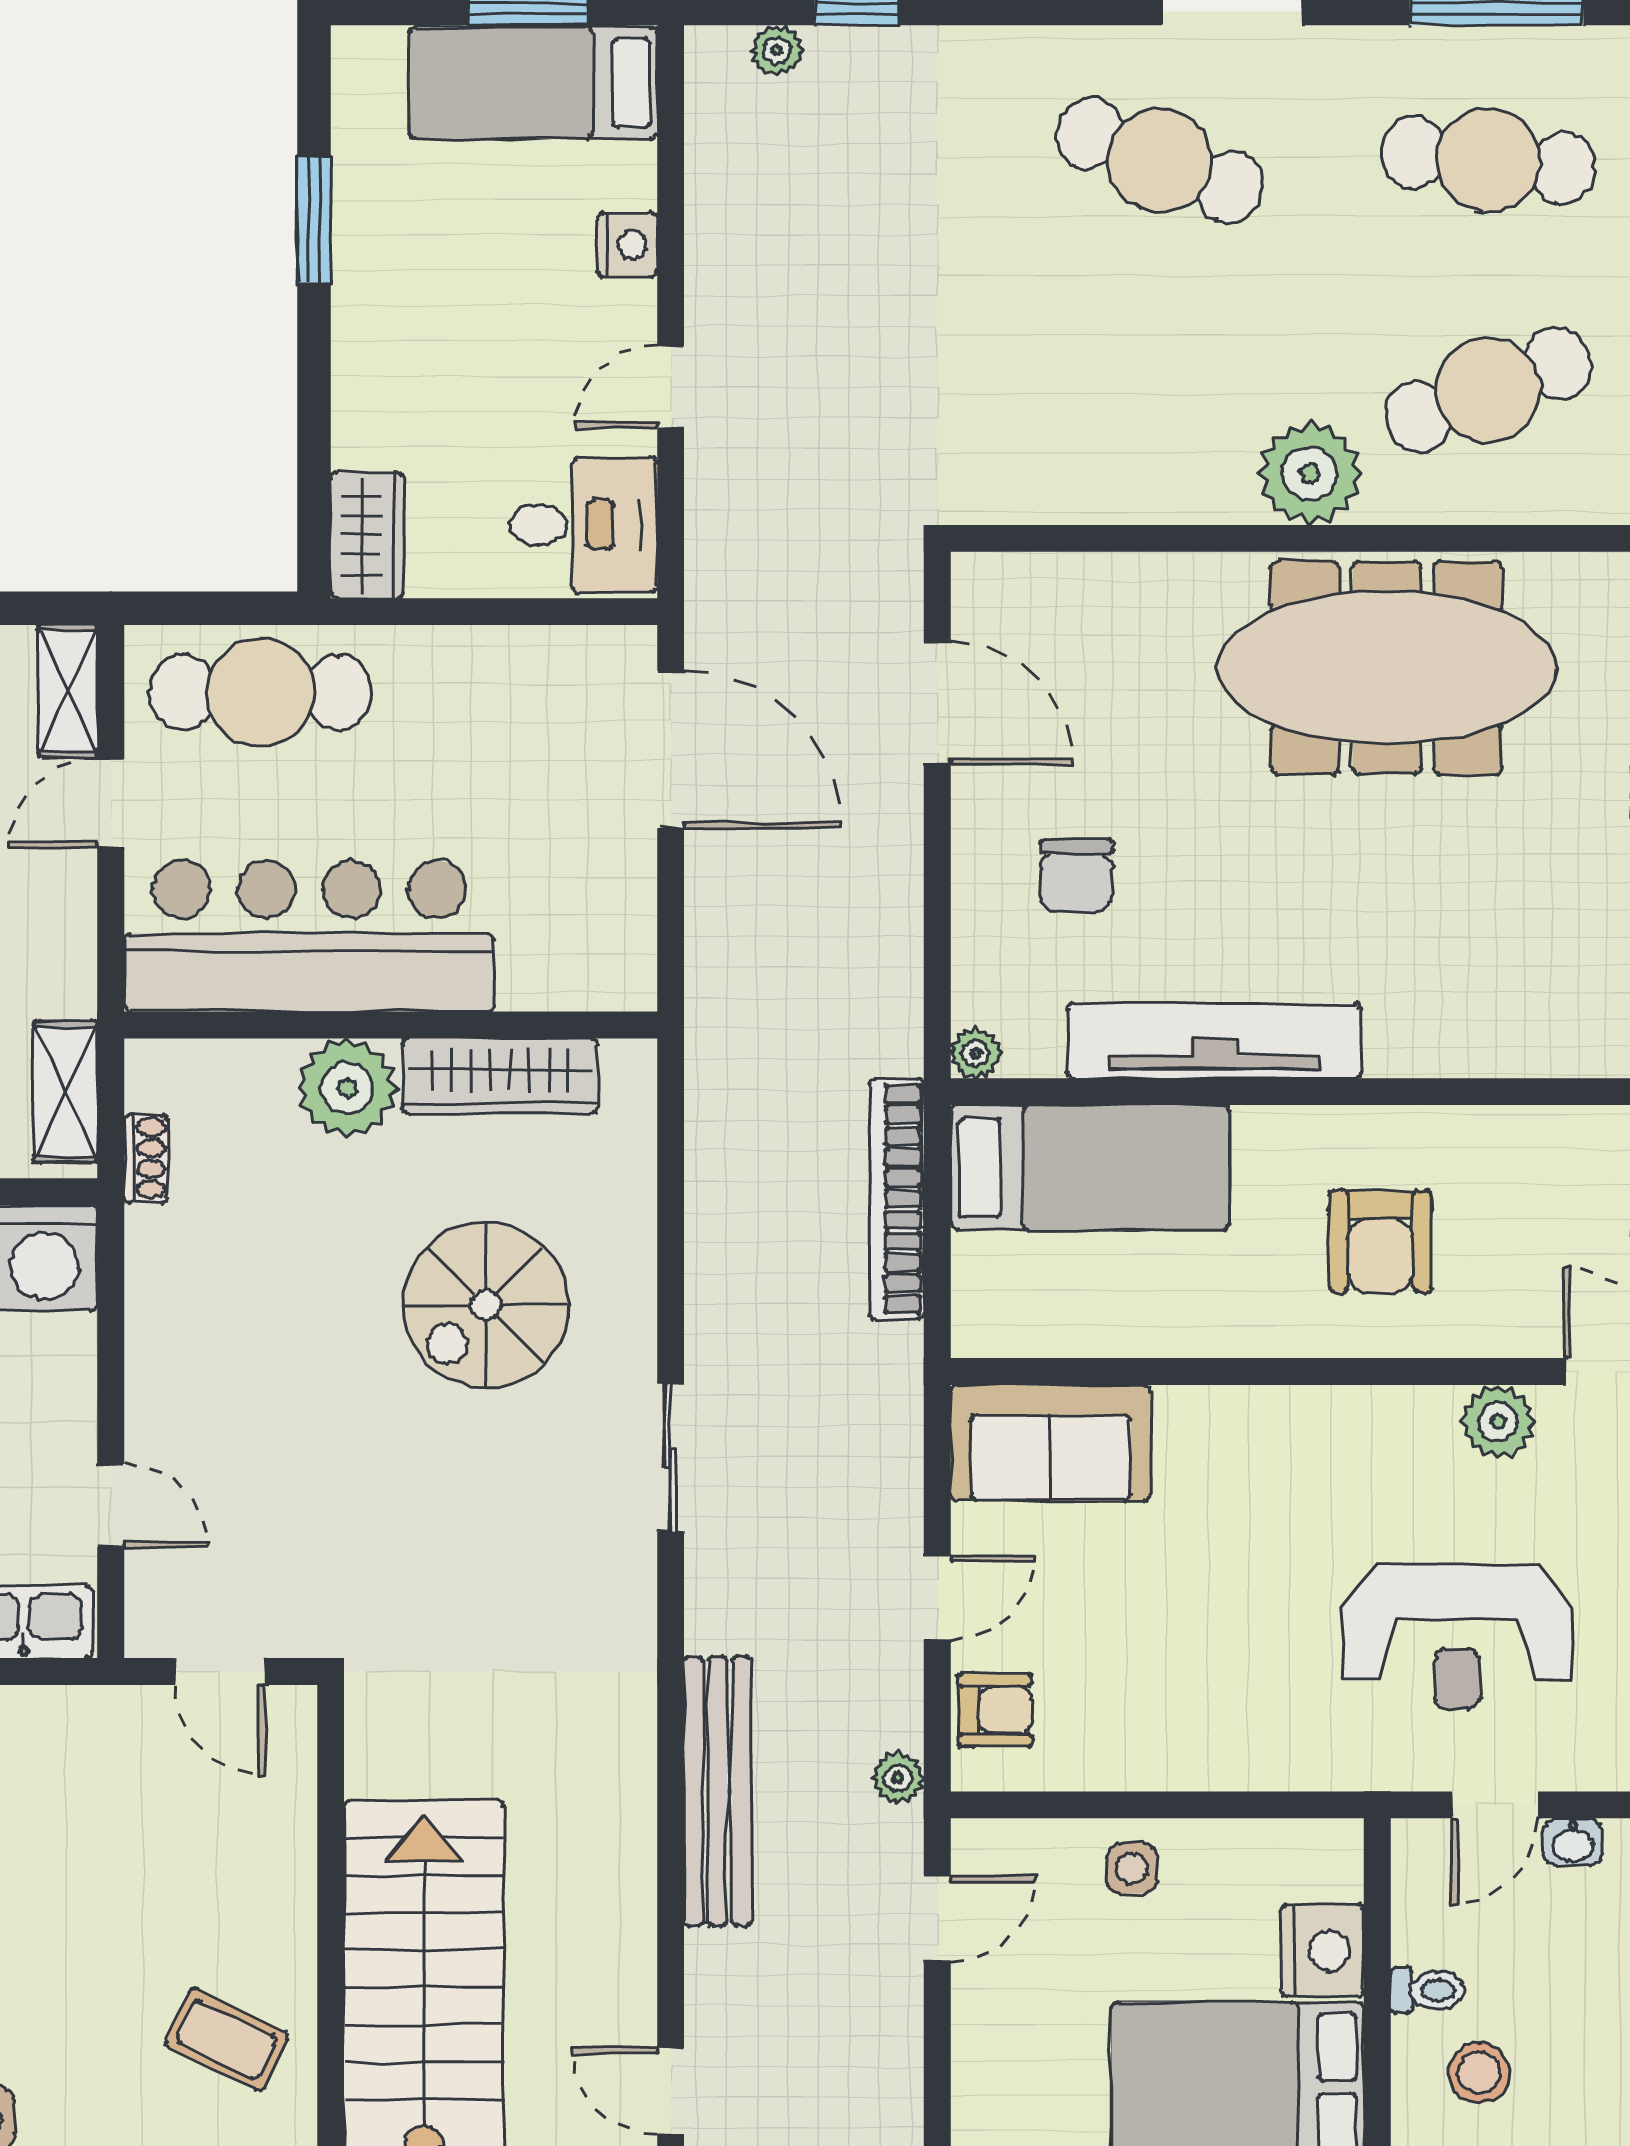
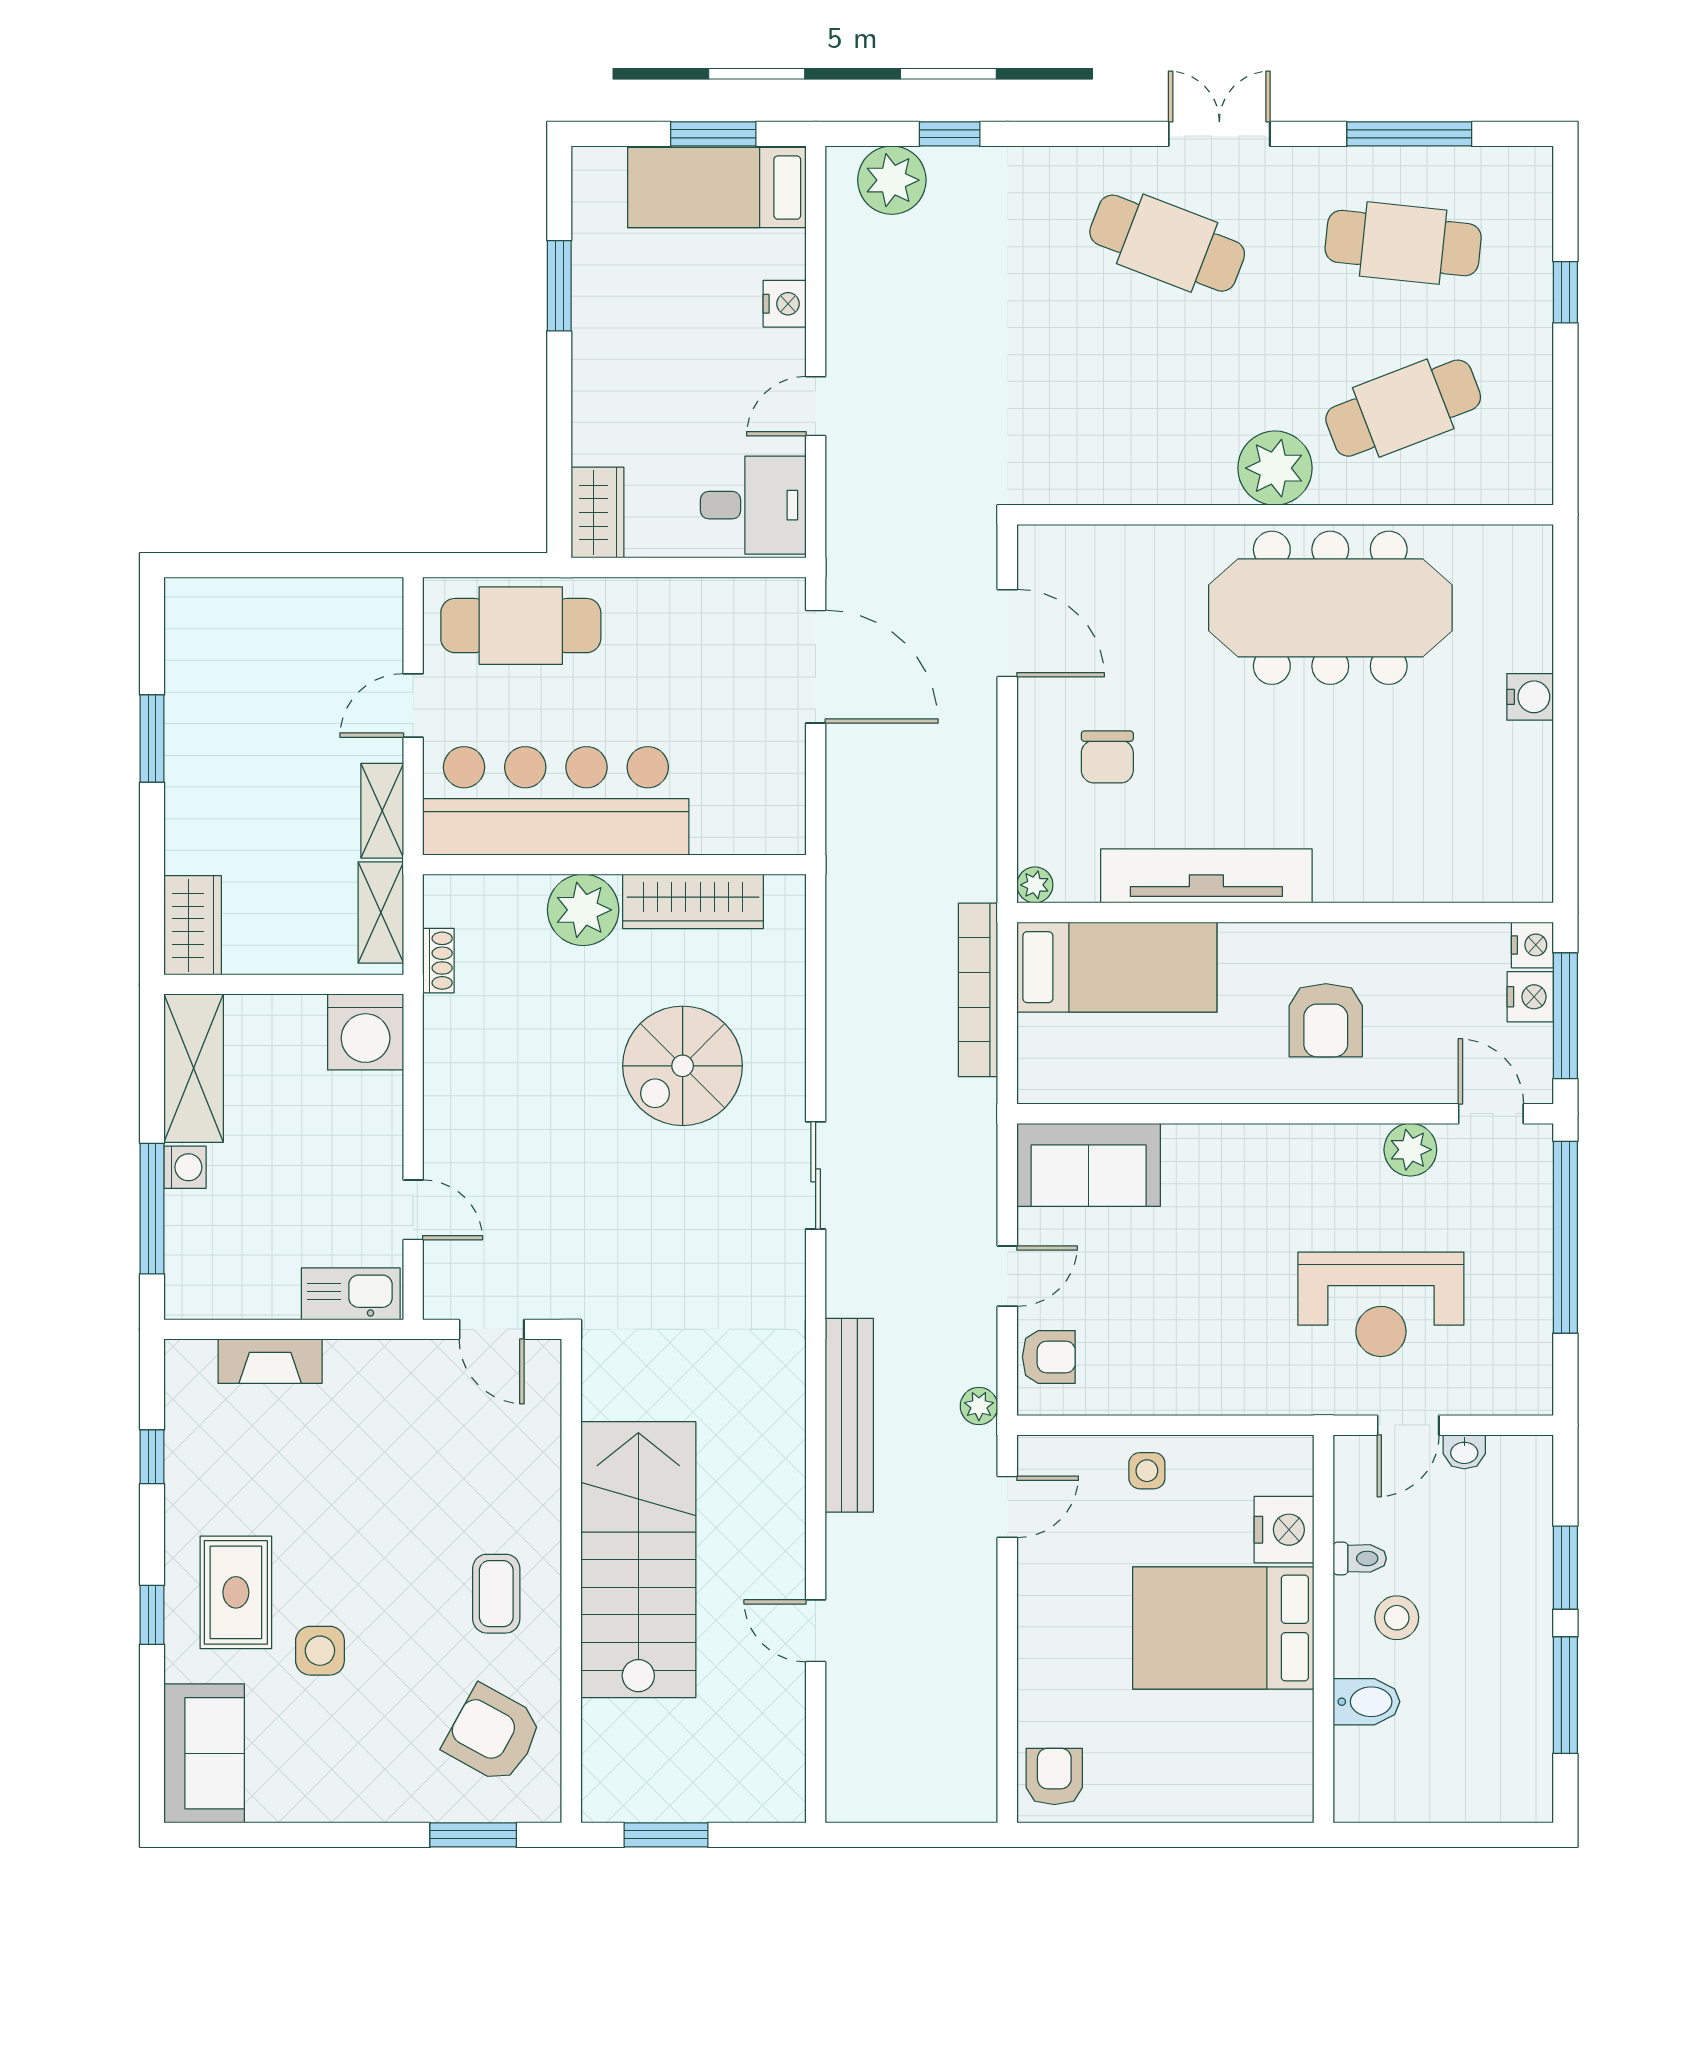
plant: (777, 50) -> (892, 180), width x1.87, depth x1.87
shelving: (68, 691) -> (382, 811), moved
coffee table: (226, 2039) -> (496, 1594), turned 64

